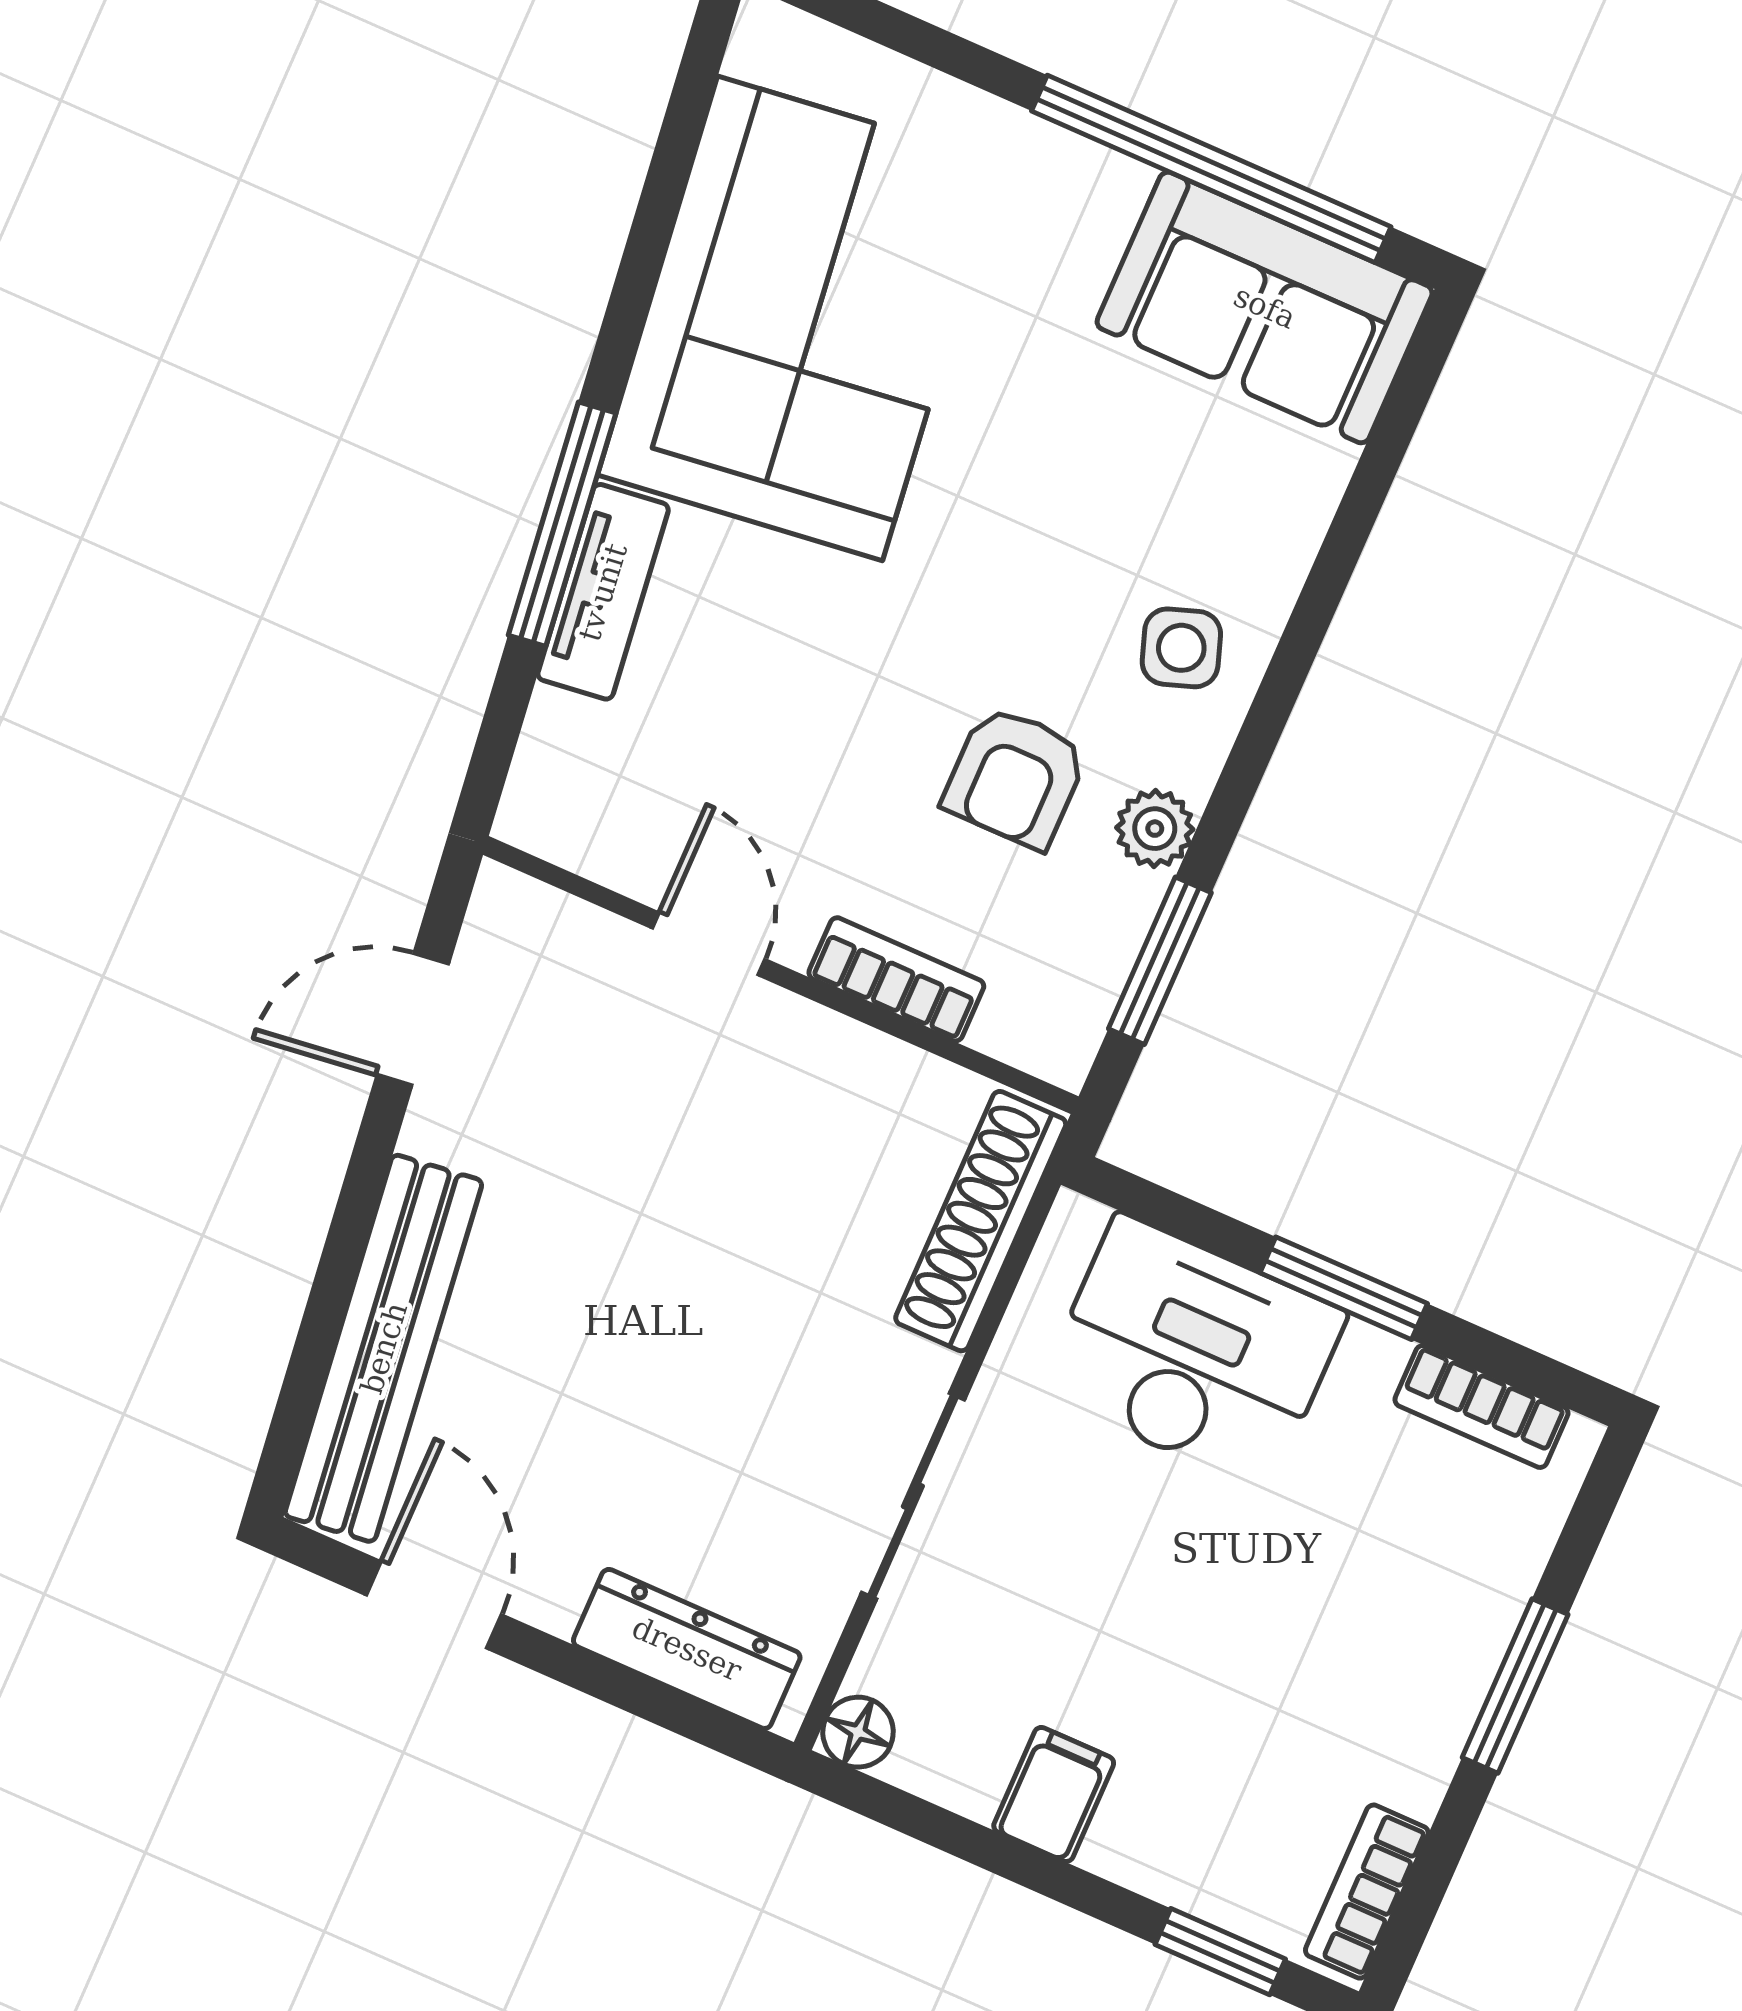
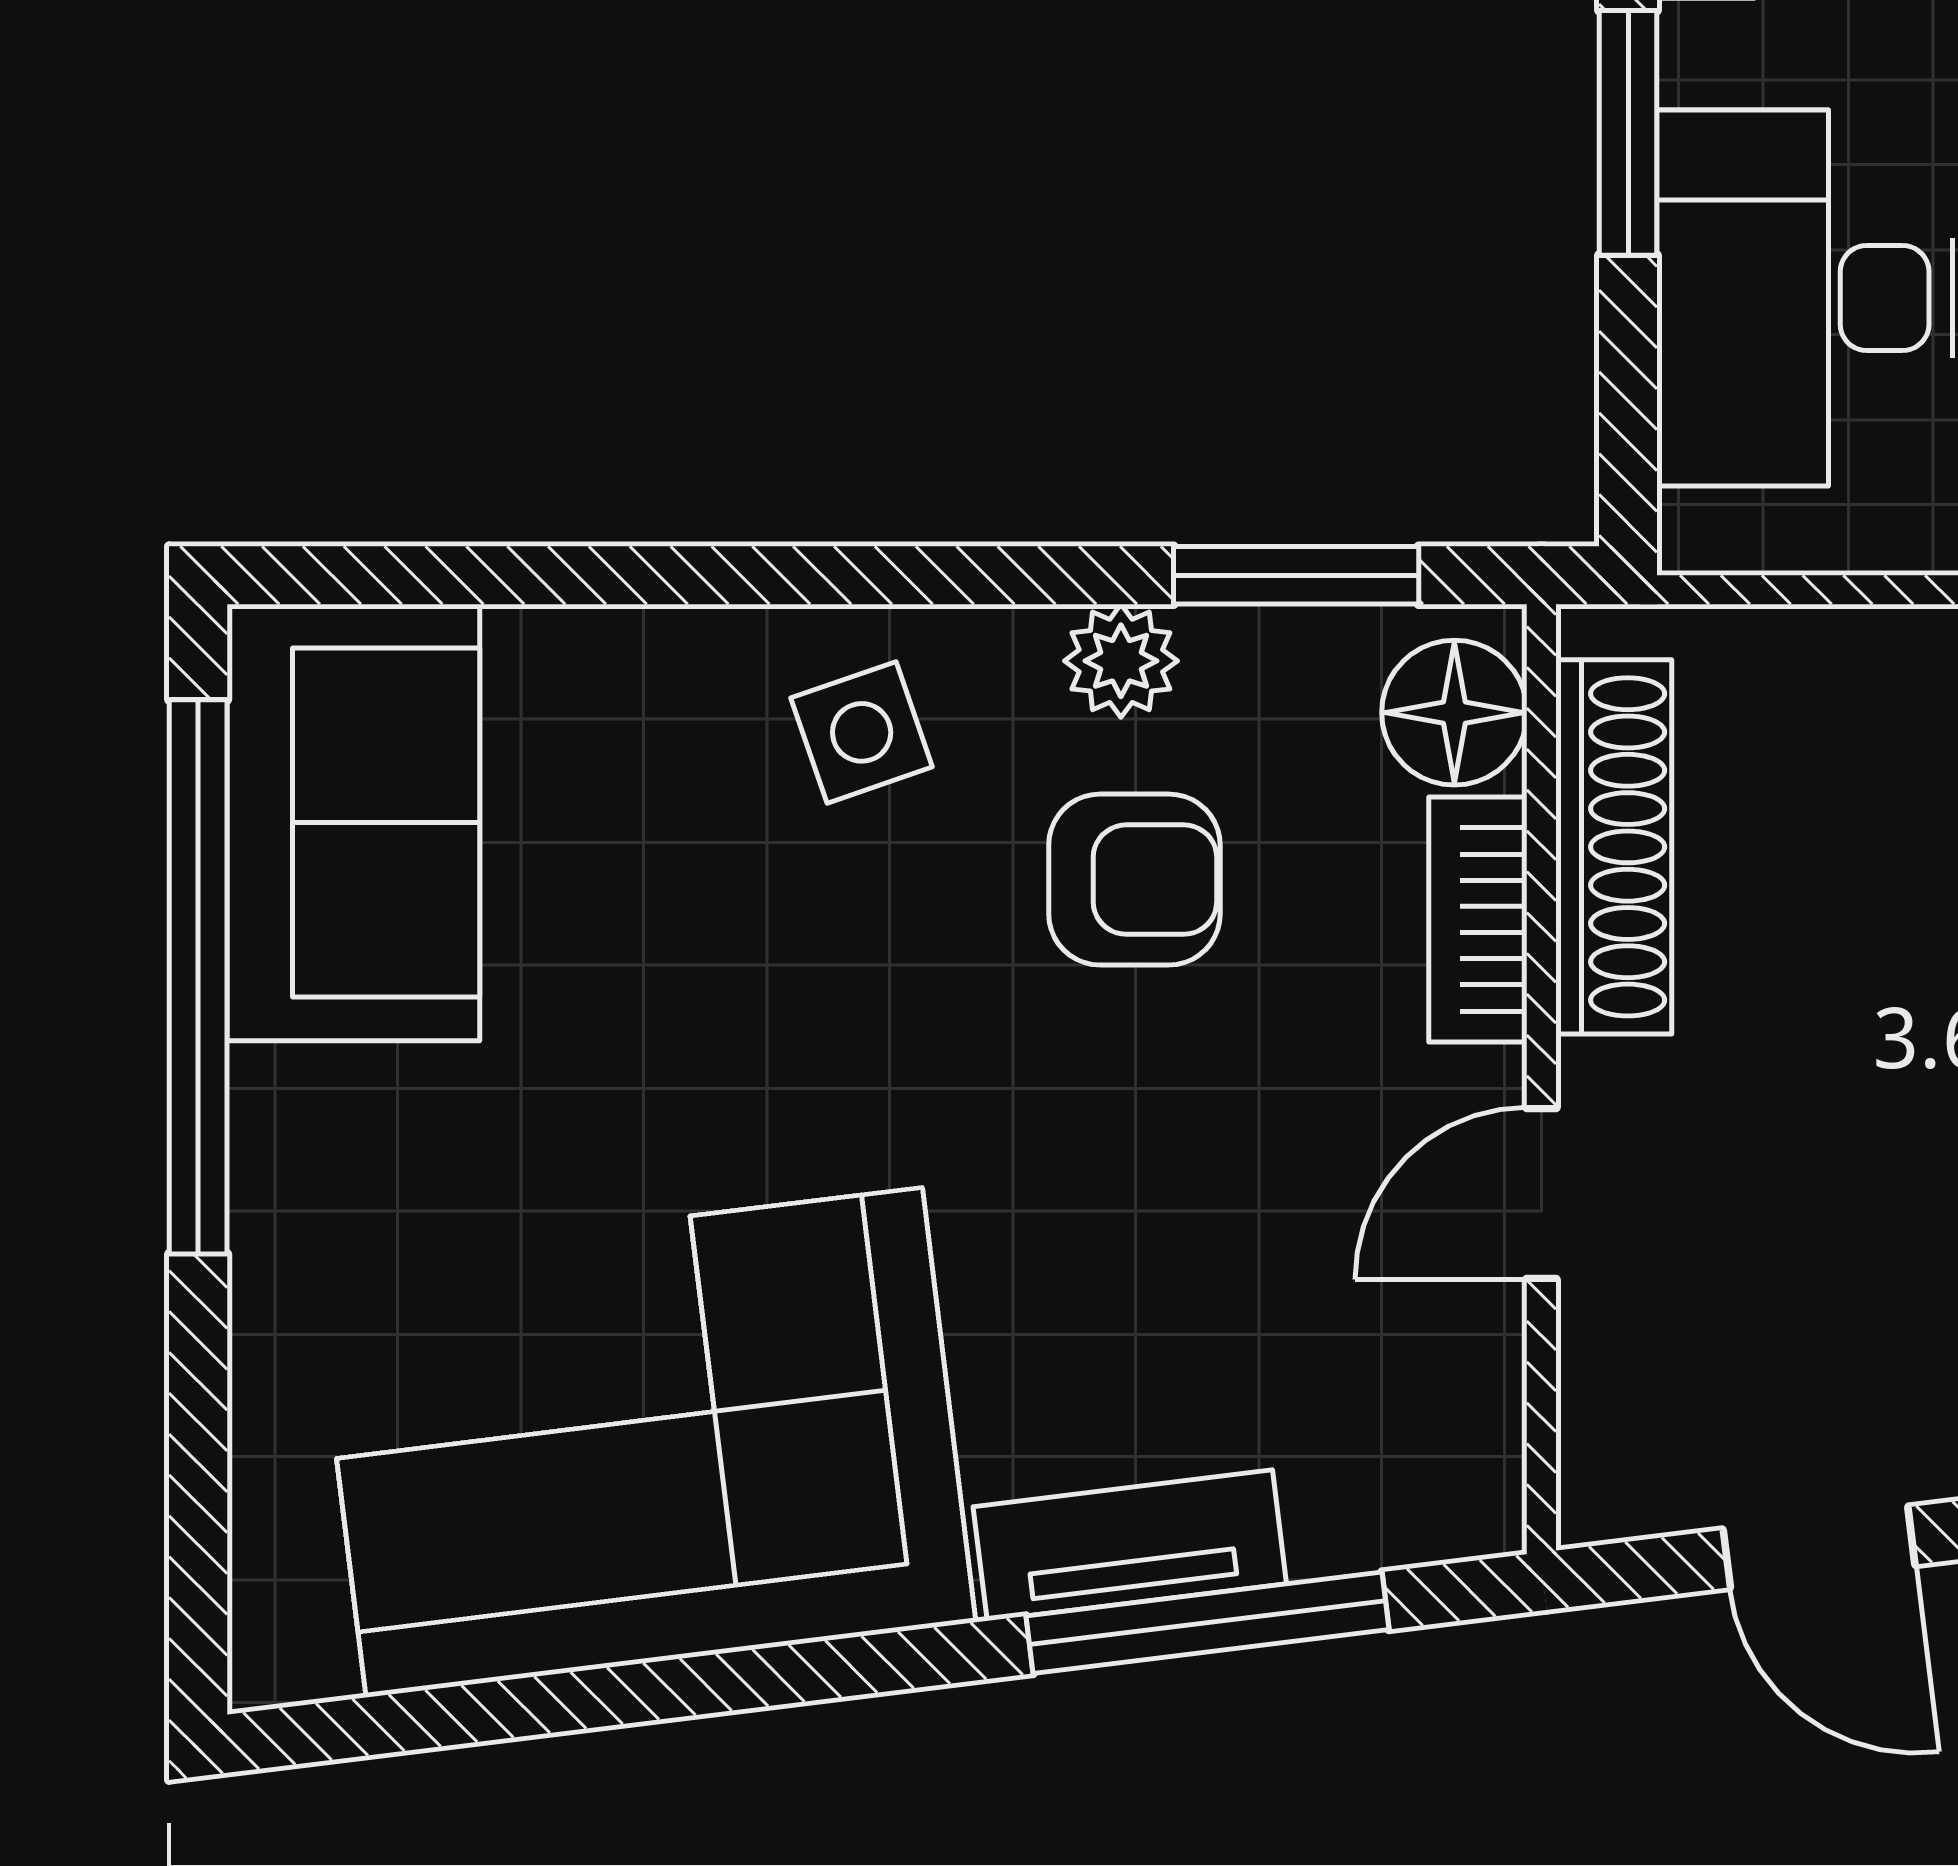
window: (562, 524) -> (1207, 1623), moved
floor lamp: (1031, 1021) -> (1454, 713), added
shoe rack: (981, 1221) -> (1614, 847), moved, turned -90

